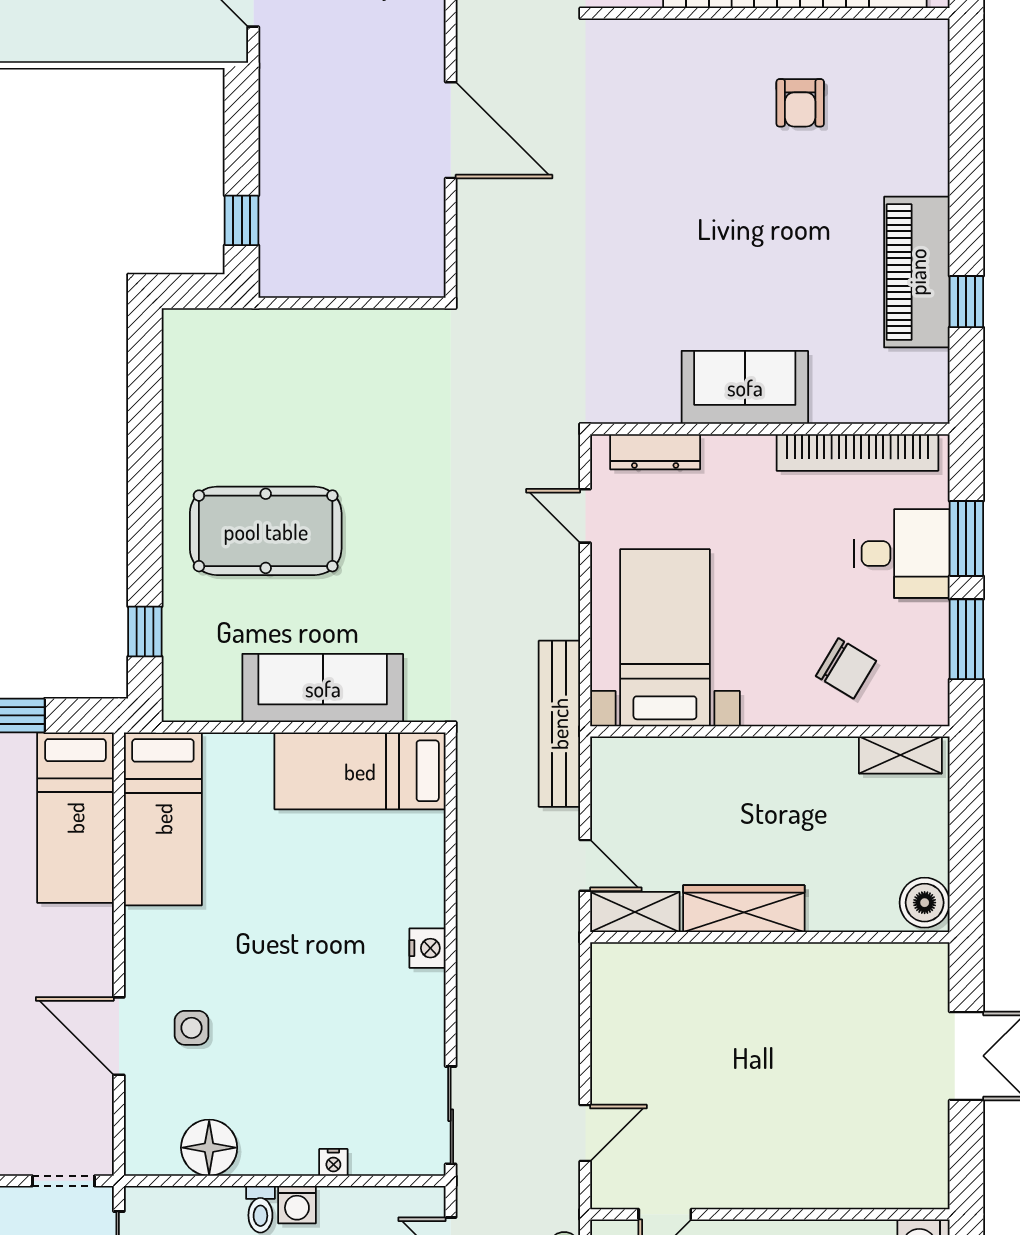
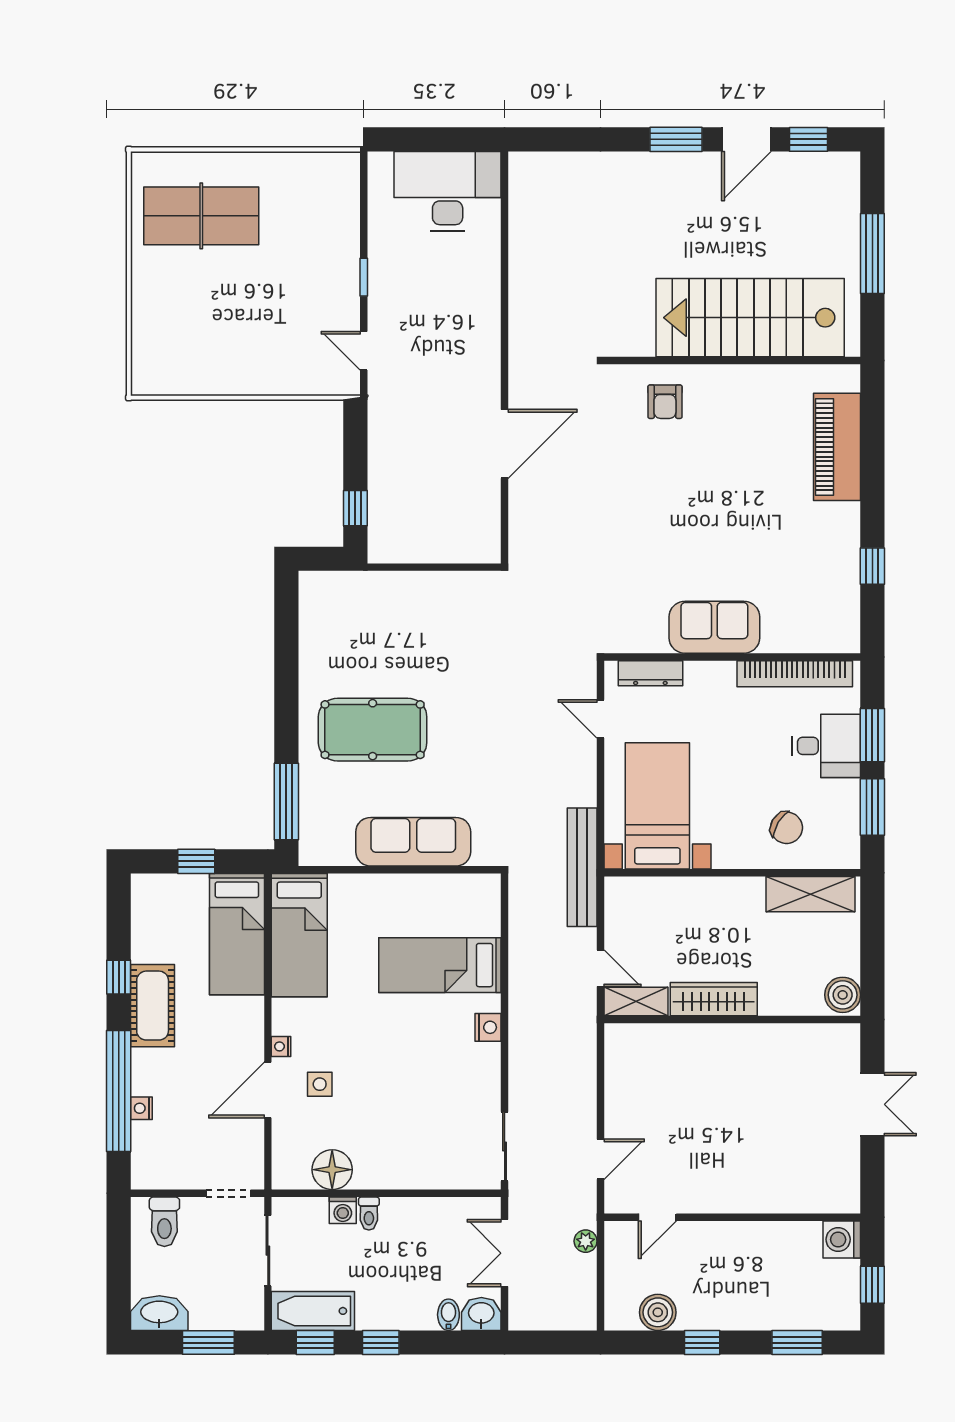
armchair: (800, 103) -> (665, 402), moved
door: (451, 130) -> (505, 444), hinge flipped
piano: (917, 272) -> (837, 447), moved
window: (145, 632) -> (286, 801), width x2.17
shelving: (900, 755) -> (811, 894), width x1.50, depth x1.33
bed: (360, 771) -> (440, 965), moved
door: (119, 1036) -> (268, 1090), hinge flipped
nightstand: (333, 1162) -> (281, 1046), moved, turned 90
washing machine: (297, 1205) -> (343, 1210), moved

